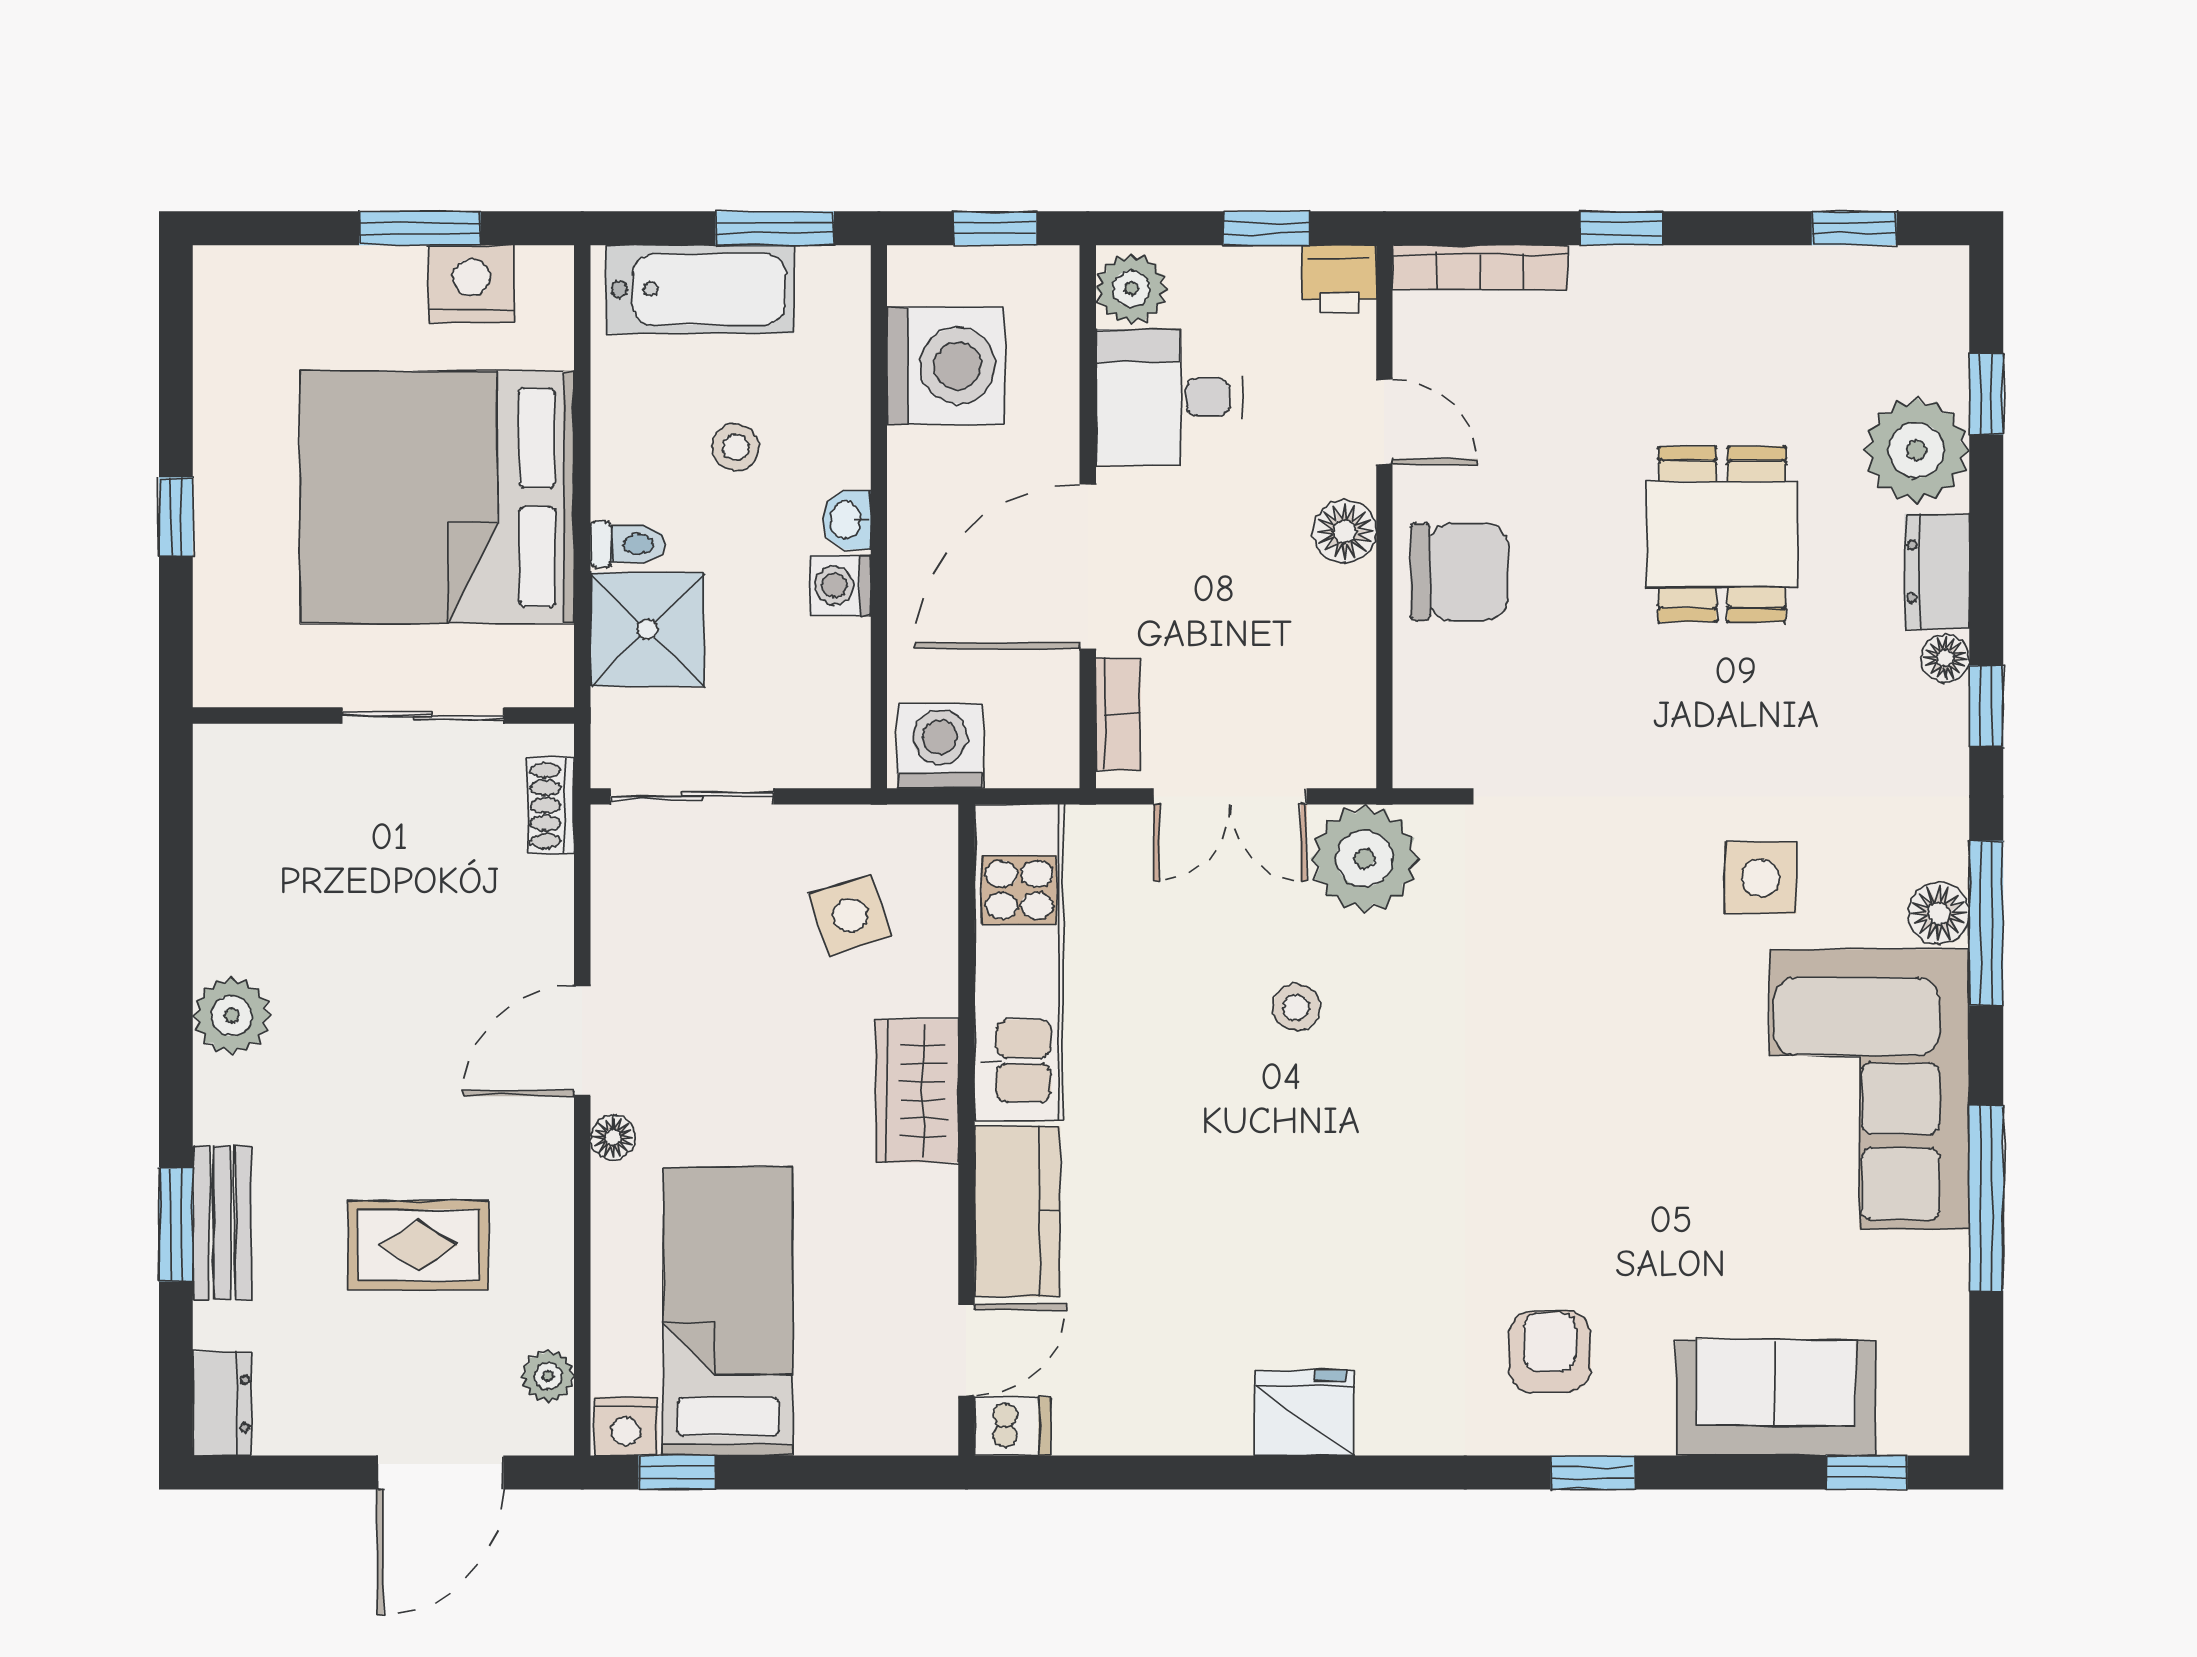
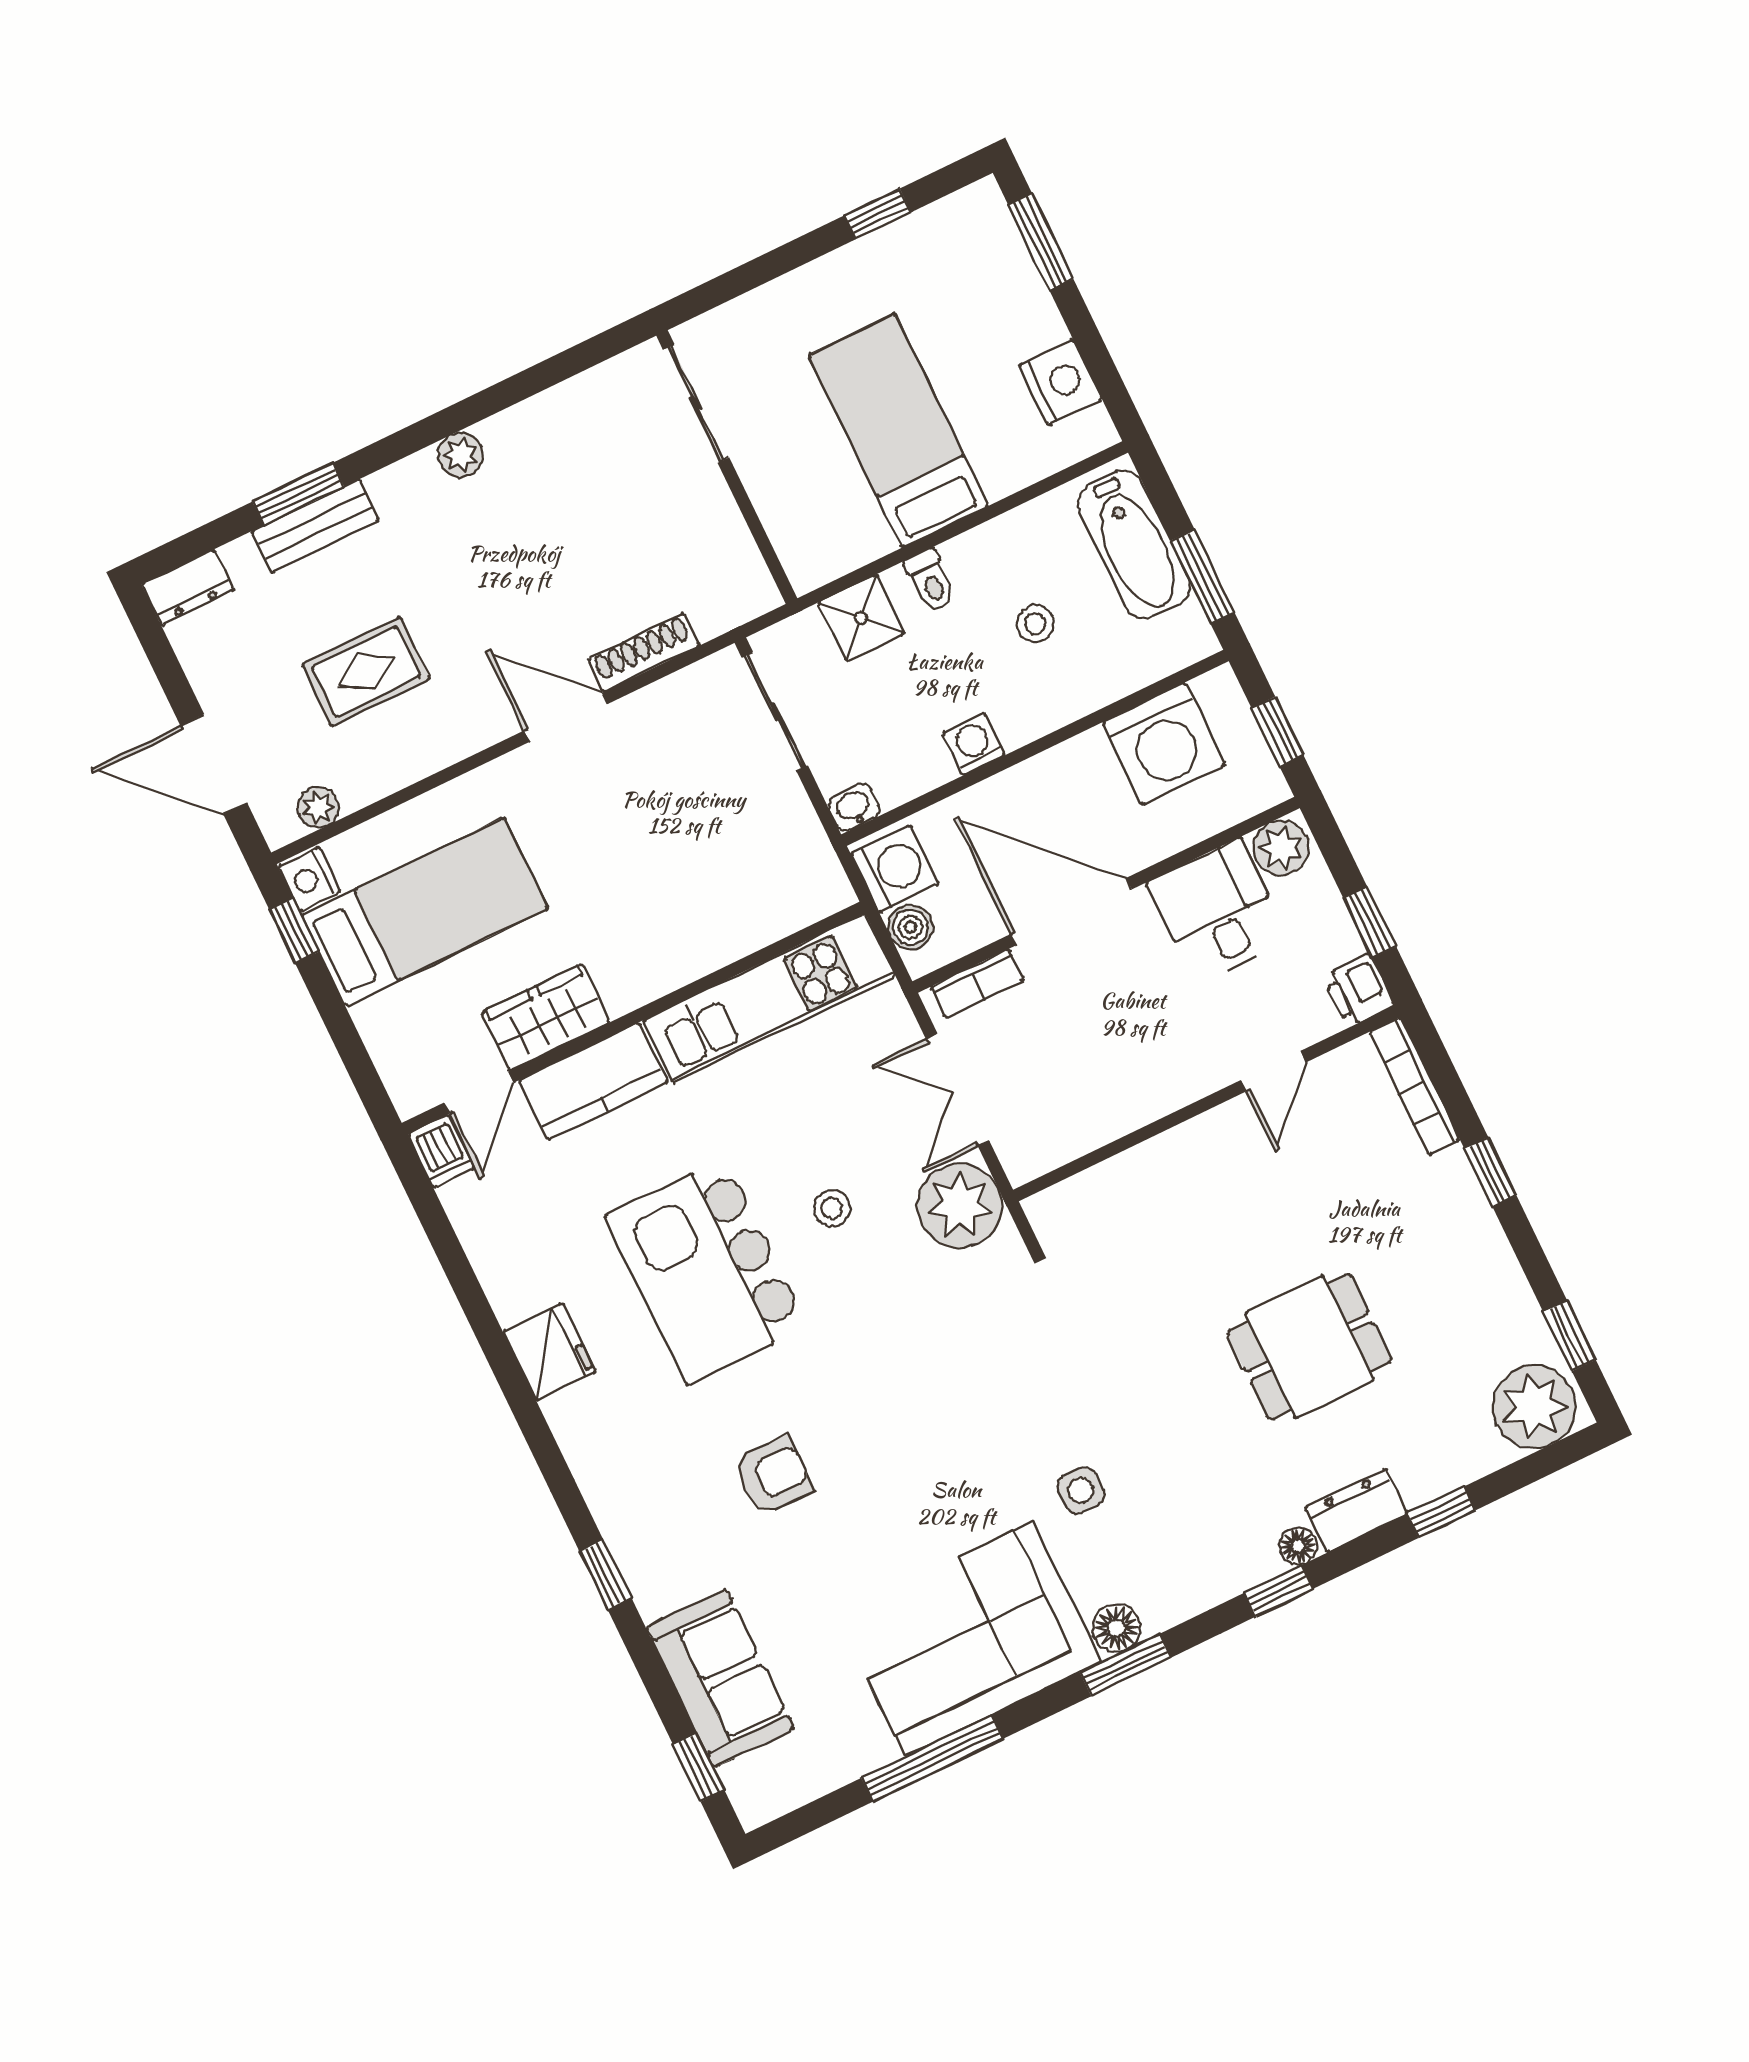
window: (420, 228) -> (1041, 242), moved
window: (1986, 394) -> (1441, 1512), moved
plant: (1916, 450) -> (1534, 1407), moved
bed: (437, 497) -> (899, 431), width x0.49
window: (176, 517) -> (878, 214), moved
washbasin: (847, 520) -> (854, 807), moved
floor lamp: (1345, 532) -> (1183, 1081), removed
chair: (1459, 572) -> (1193, 1175), removed
shower: (647, 629) -> (861, 618), width x0.73, depth x0.73
sliding door: (423, 716) -> (696, 403), moved
boiler: (1016, 760) -> (911, 927), added
shoe rack: (551, 805) -> (644, 652), moved, width x1.43
side table: (1761, 878) -> (1081, 1491), width x0.73, depth x0.73
side table: (850, 915) -> (745, 863), removed
window: (1986, 923) -> (1126, 1665), width x0.69
plant: (232, 1016) -> (460, 455), width x0.73, depth x0.73
wardrobe: (917, 1091) -> (546, 1017), moved
floor lamp: (613, 1138) -> (508, 772), removed
kitchen island: (1299, 1187) -> (706, 1271), added
rug: (418, 1245) -> (366, 672), turned 90
door: (966, 1350) -> (479, 1093), hinge flipped
armchair: (1550, 1352) -> (773, 1476), moved

